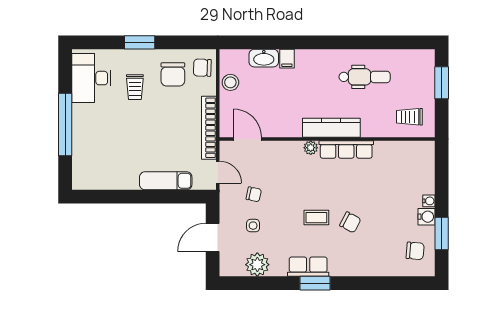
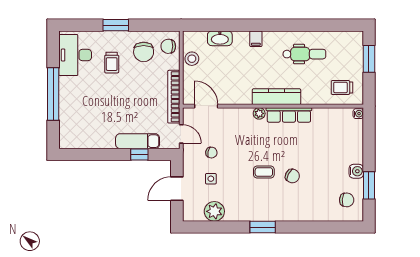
filing cabinet: (287, 59) -> (256, 39), moved
window: (168, 197) -> (139, 155), added
water cooler: (429, 201) -> (358, 114), moved
row of seats: (308, 267) -> (257, 213), removed

